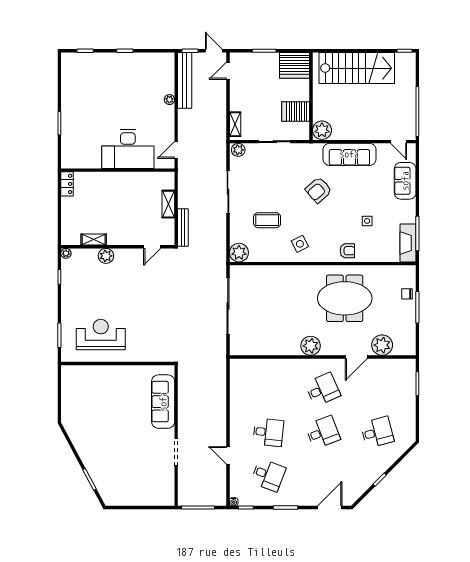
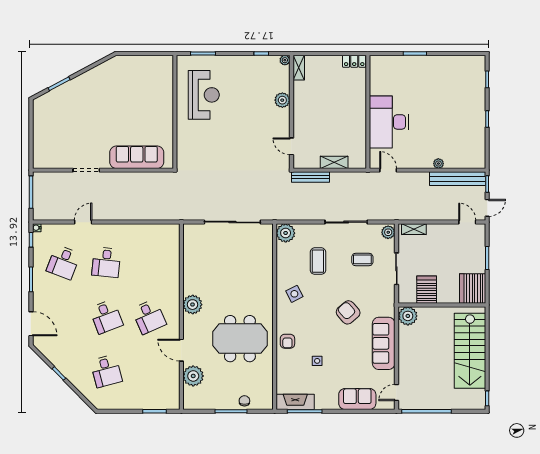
coffee table: (266, 176) -> (362, 259), added
shelving: (94, 240) -> (299, 68), moved
meeting table: (345, 298) -> (240, 339), turned 90

